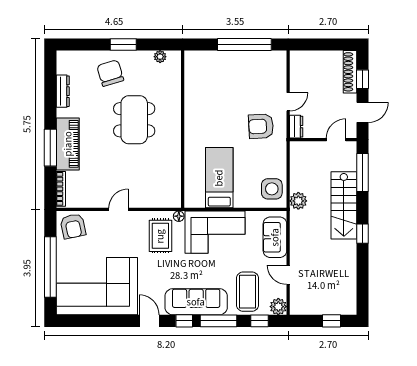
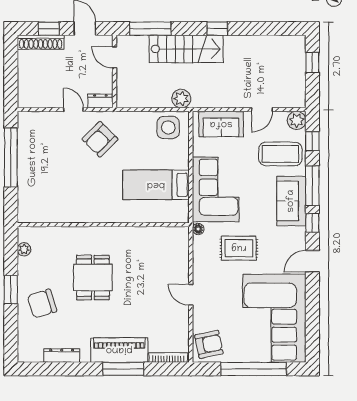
dining table: (134, 120) -> (93, 278), width x0.73
armchair: (261, 126) -> (100, 139), turned 48
rug: (160, 236) -> (239, 248), moved
sofa: (196, 302) -> (291, 201), width x0.73

